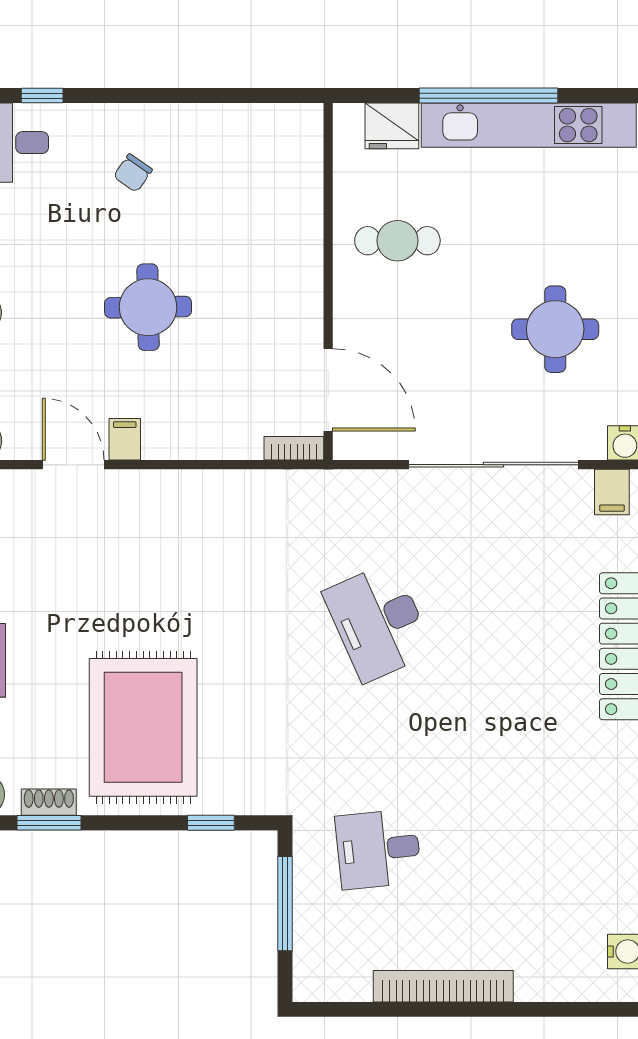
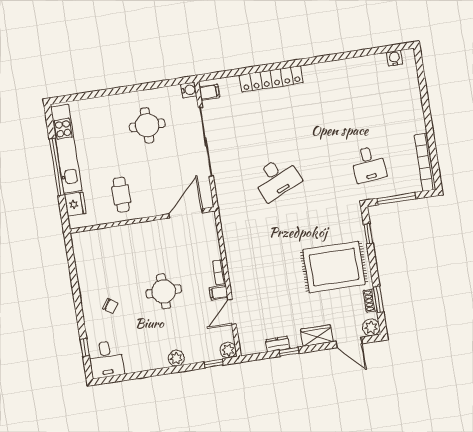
bookcase: (294, 448) -> (219, 272), moved
bookcase: (443, 986) -> (425, 162), moved

